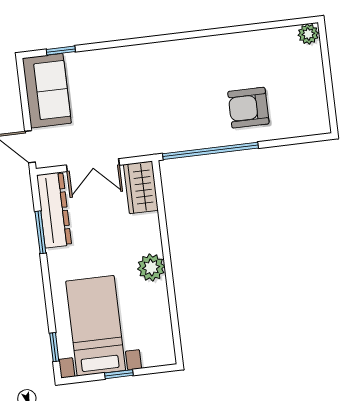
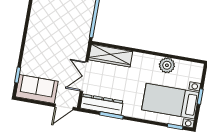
double door: (93, 165) -> (84, 76), swing flipped
wardrobe: (141, 187) -> (111, 56), width x1.50
plant: (151, 267) -> (167, 65), moved

